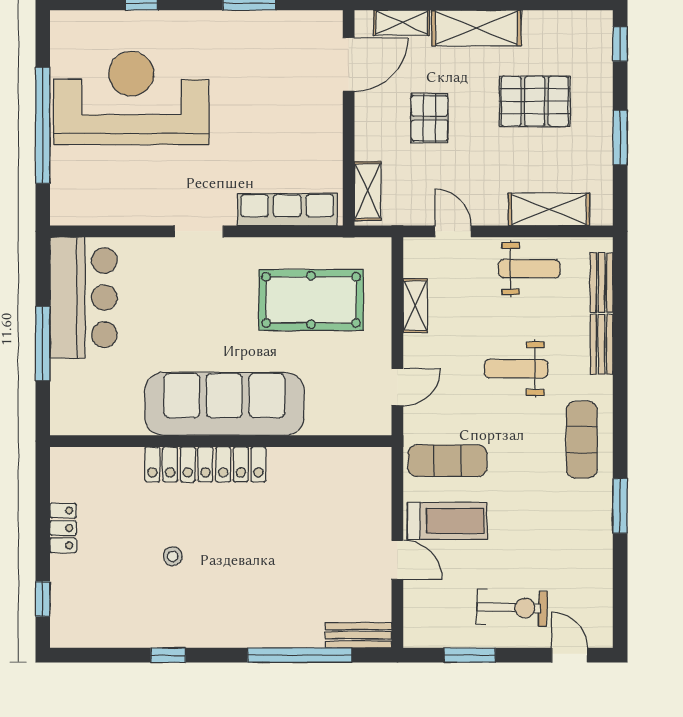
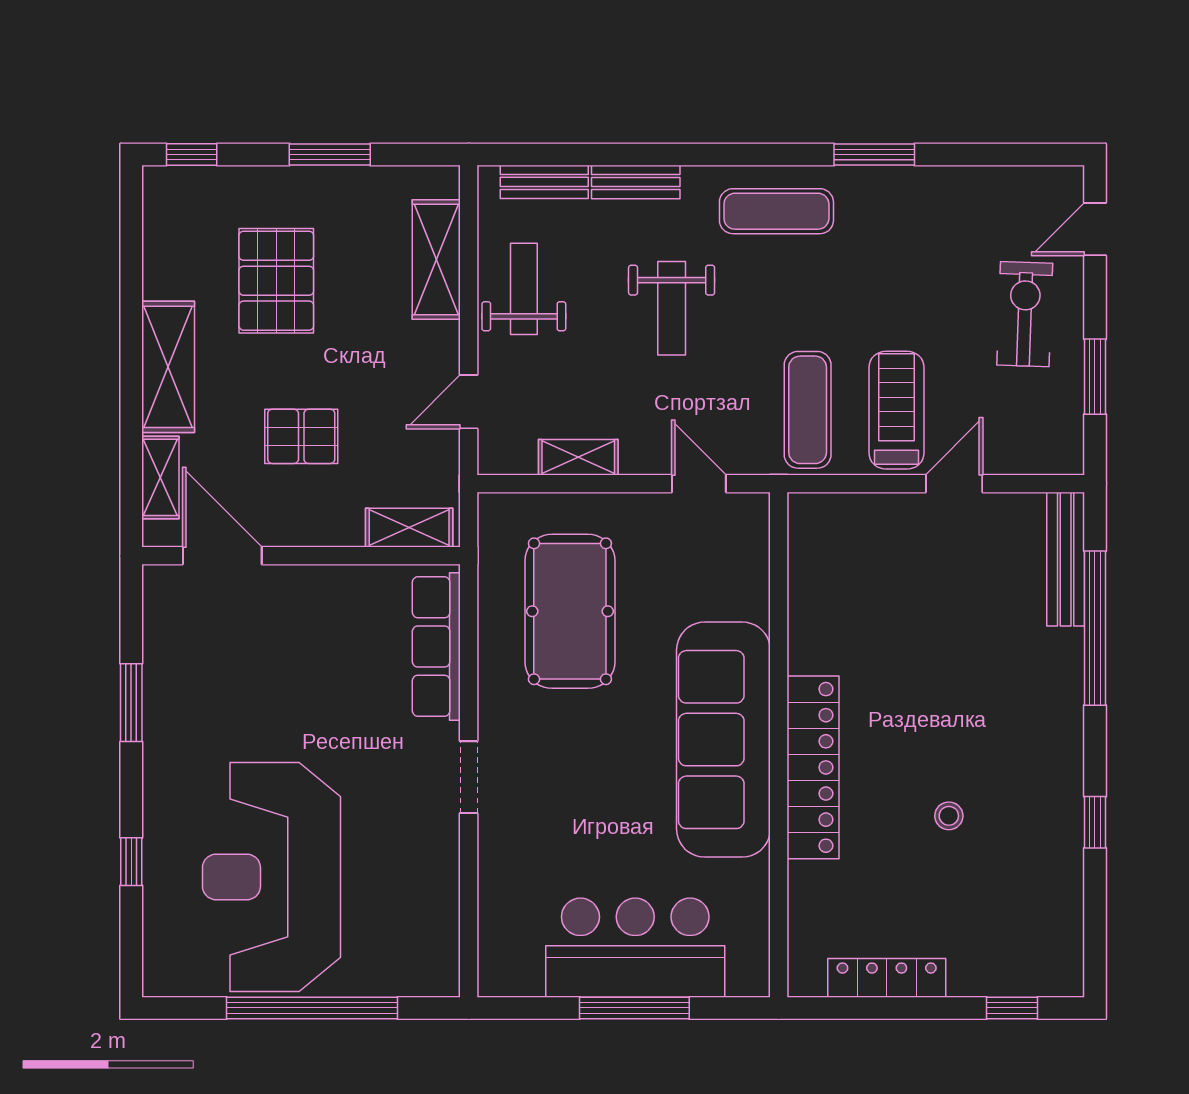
bar counter: (83, 298) -> (635, 948), moved
locker: (63, 528) -> (887, 978), width x1.53
bench: (359, 635) -> (1066, 559), width x1.36

